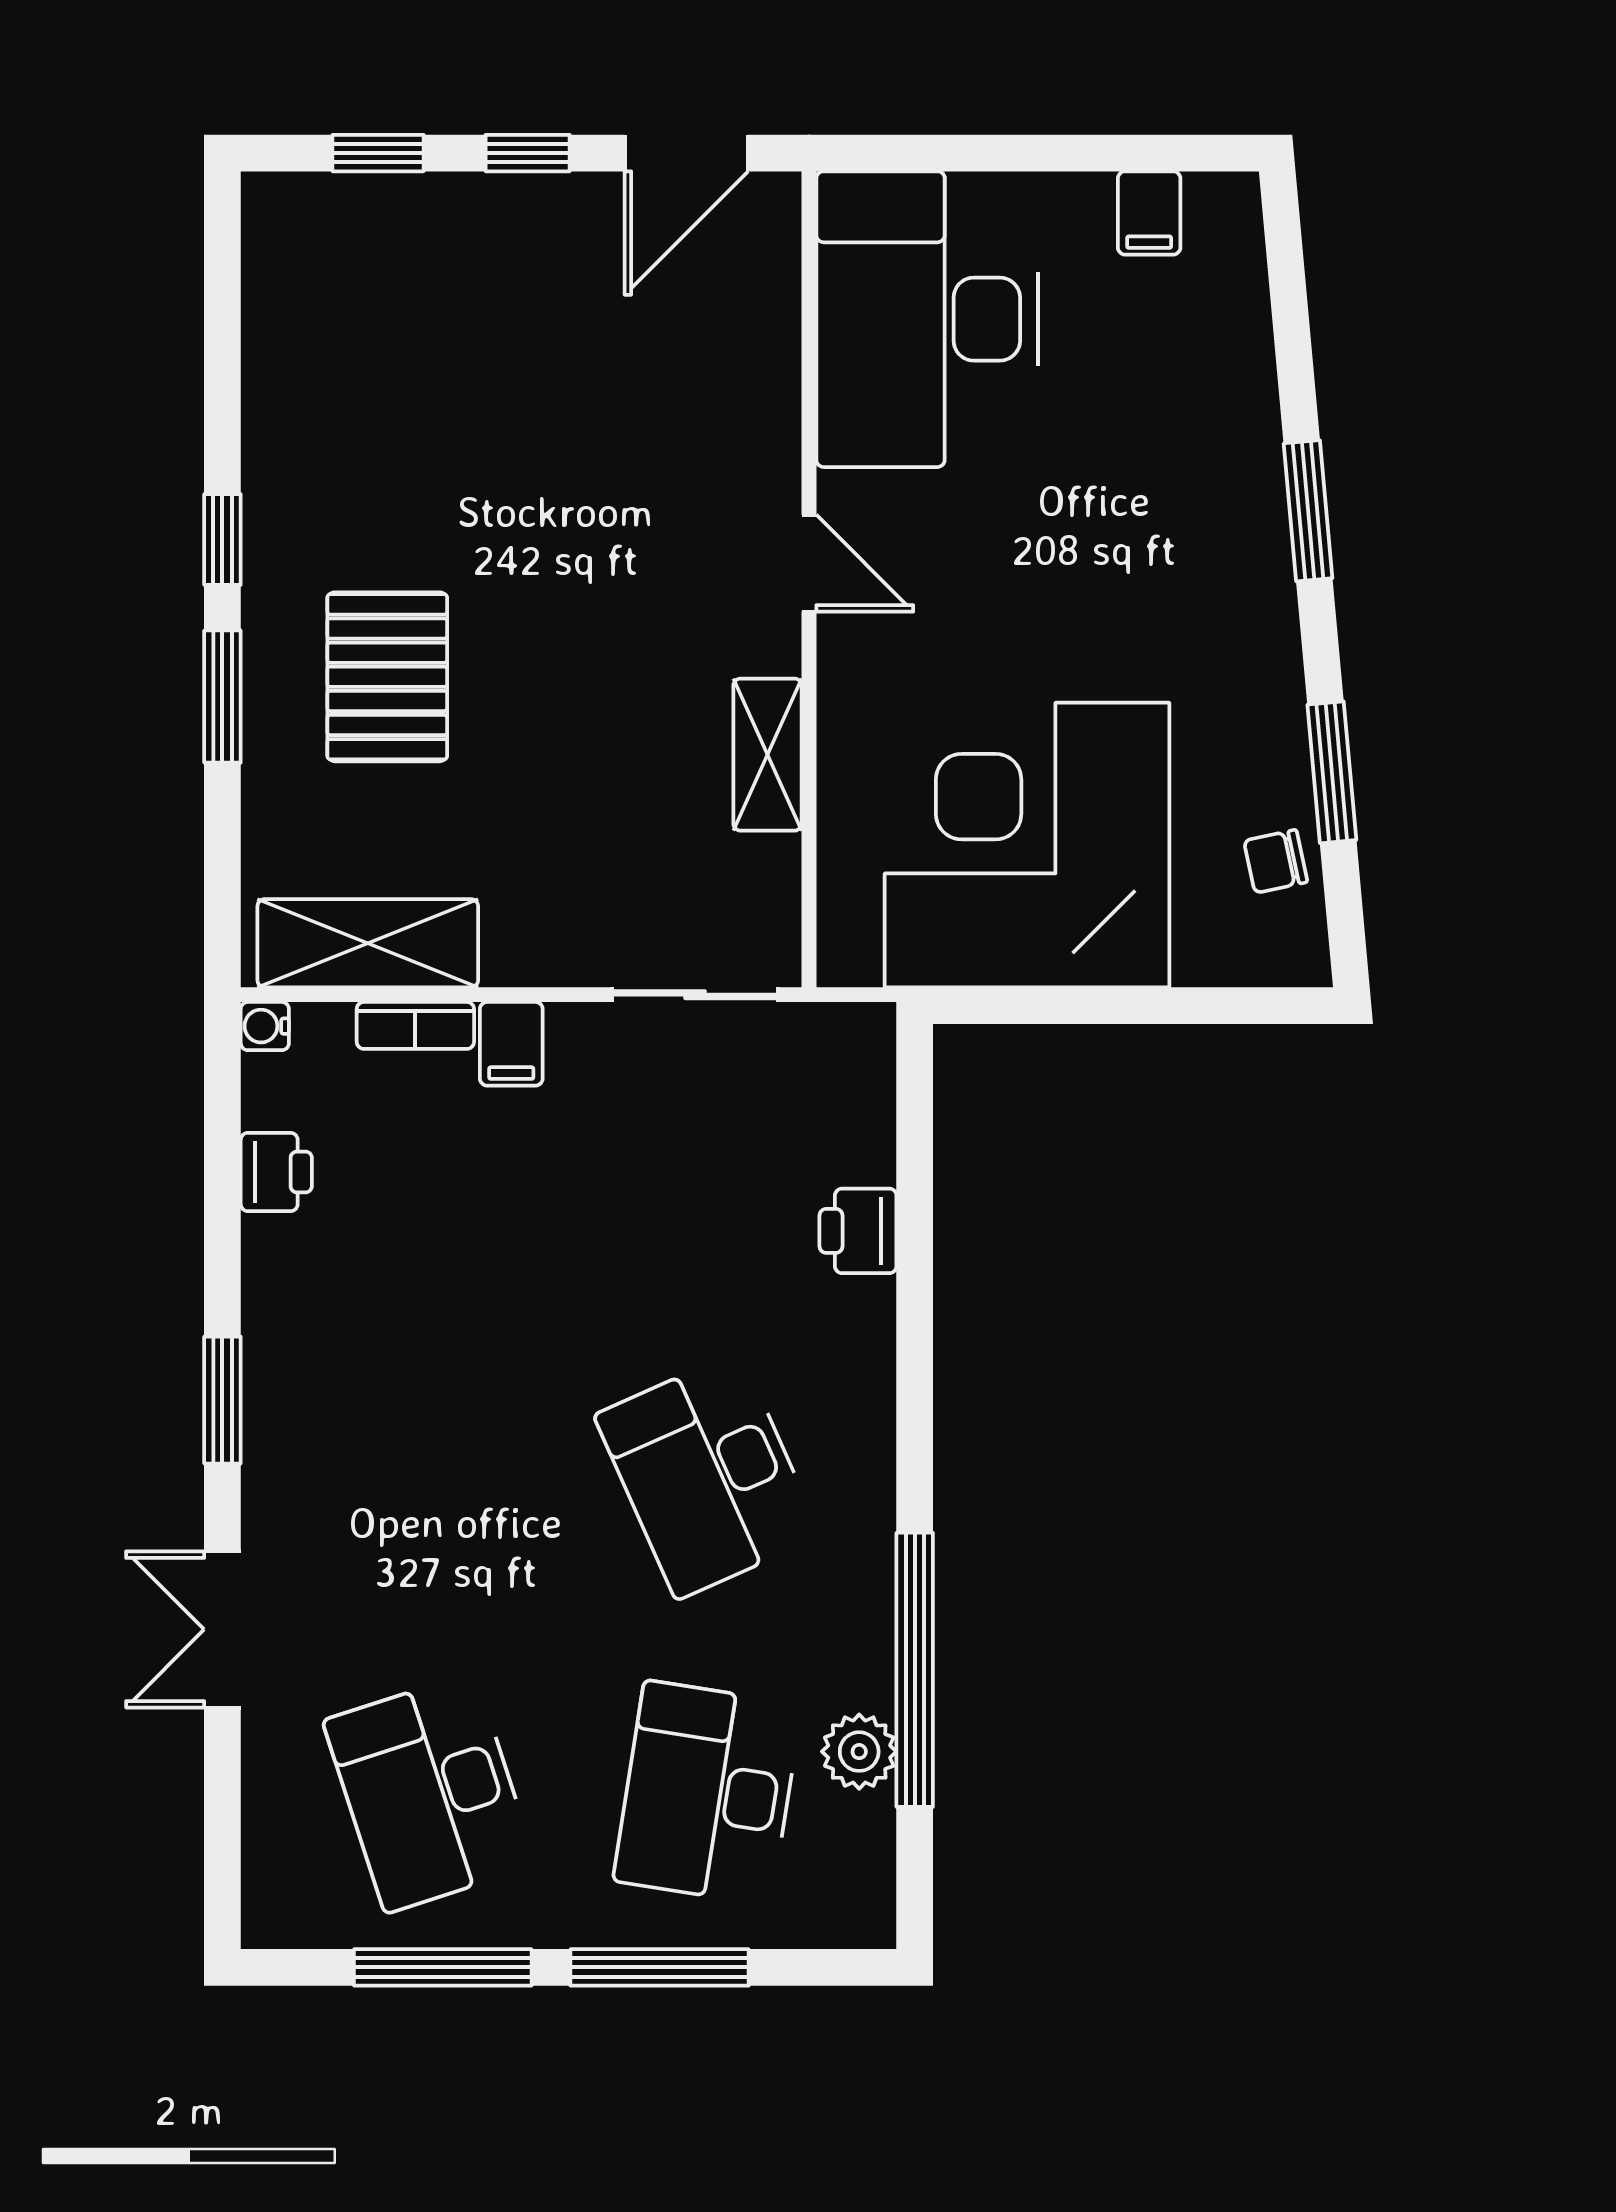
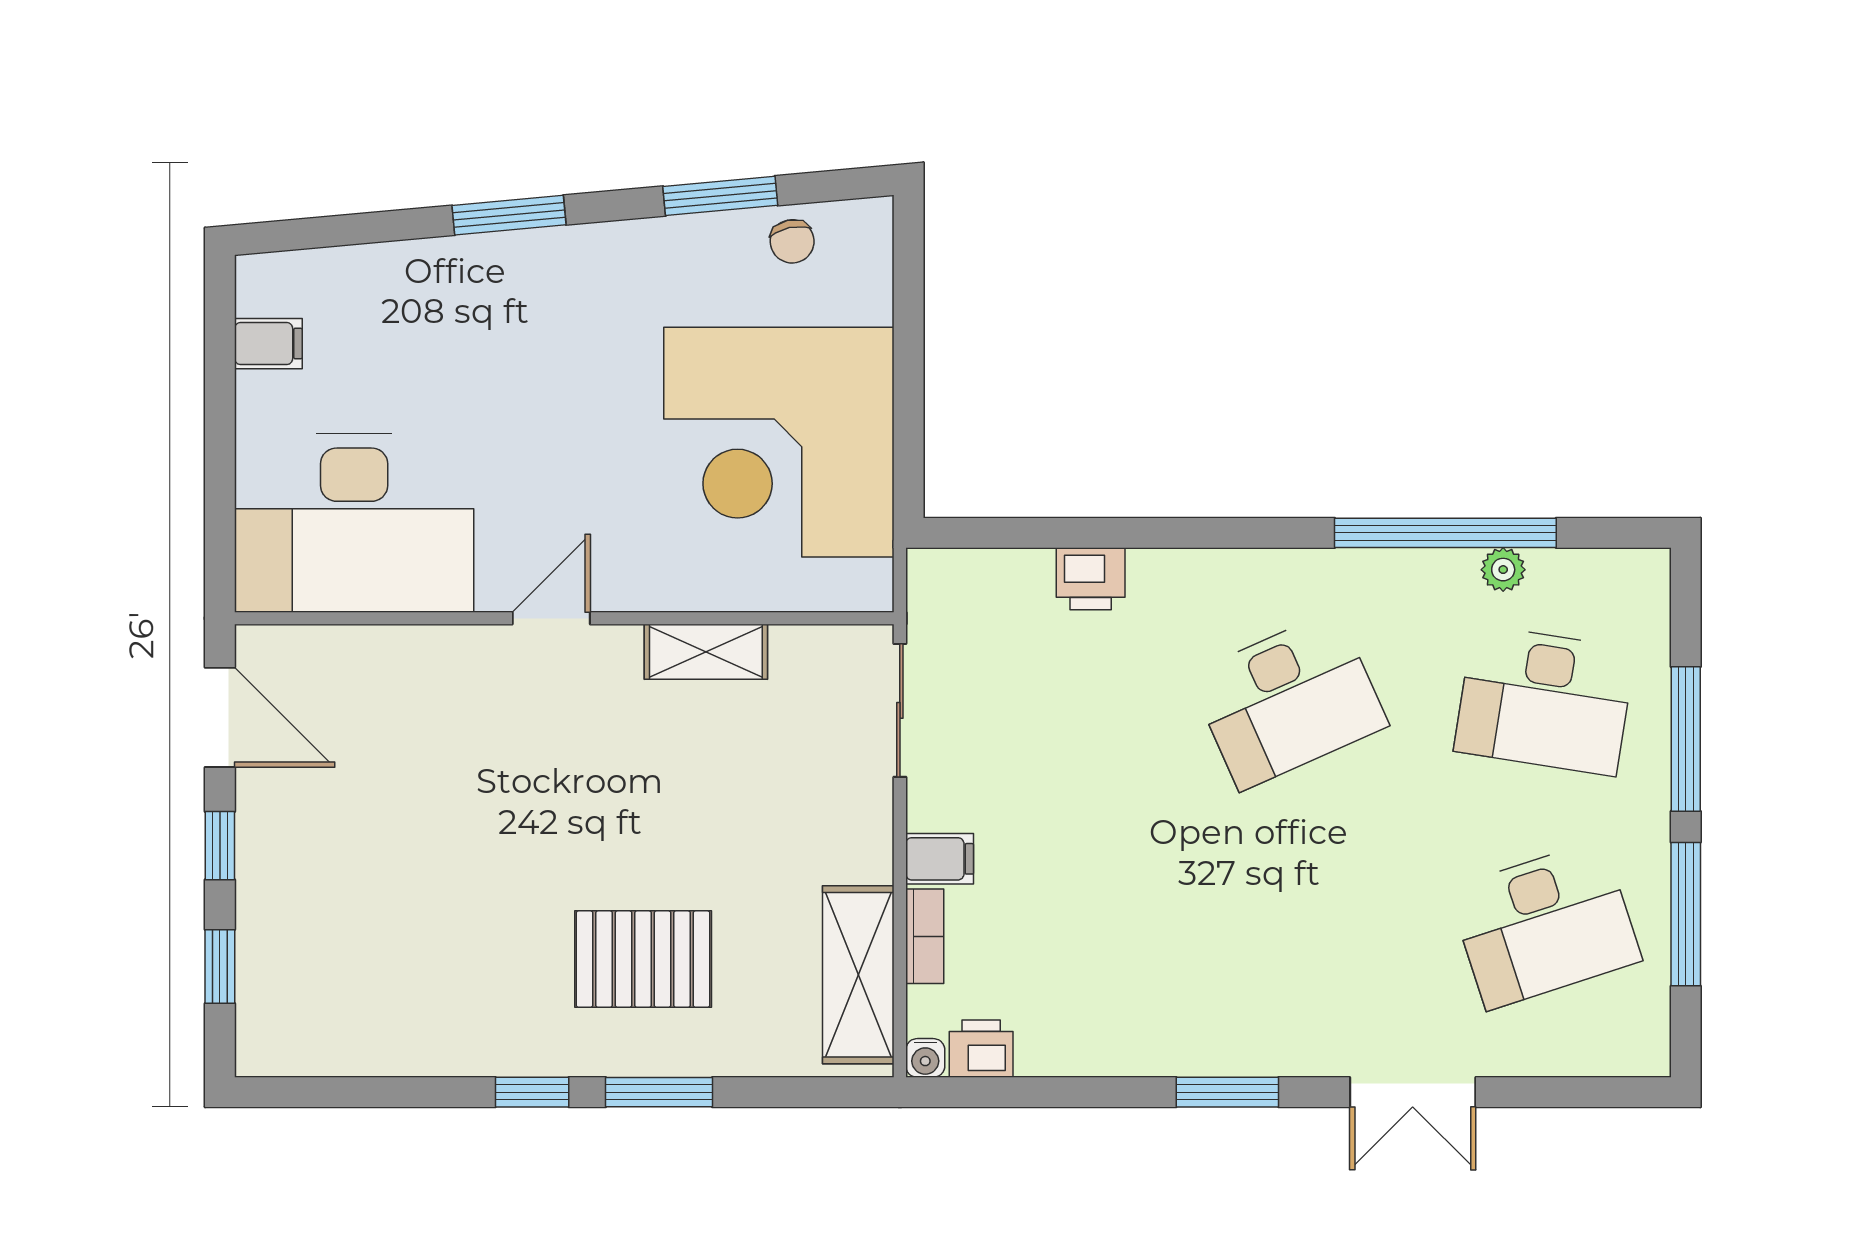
printer: (276, 1172) -> (981, 1049), moved
plant: (859, 1752) -> (1503, 570), width x0.73, depth x0.73

